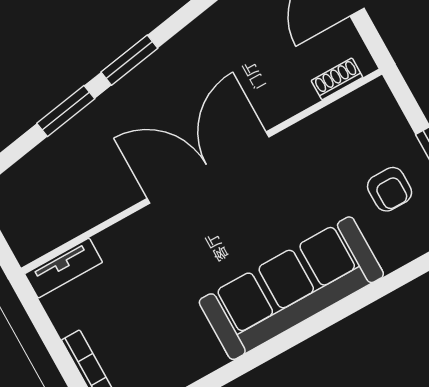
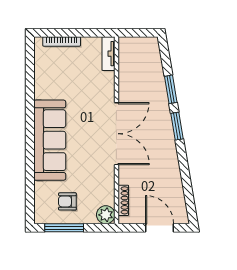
shoe rack: (337, 79) -> (123, 200), width x1.43
plant: (374, 102) -> (106, 215), added

